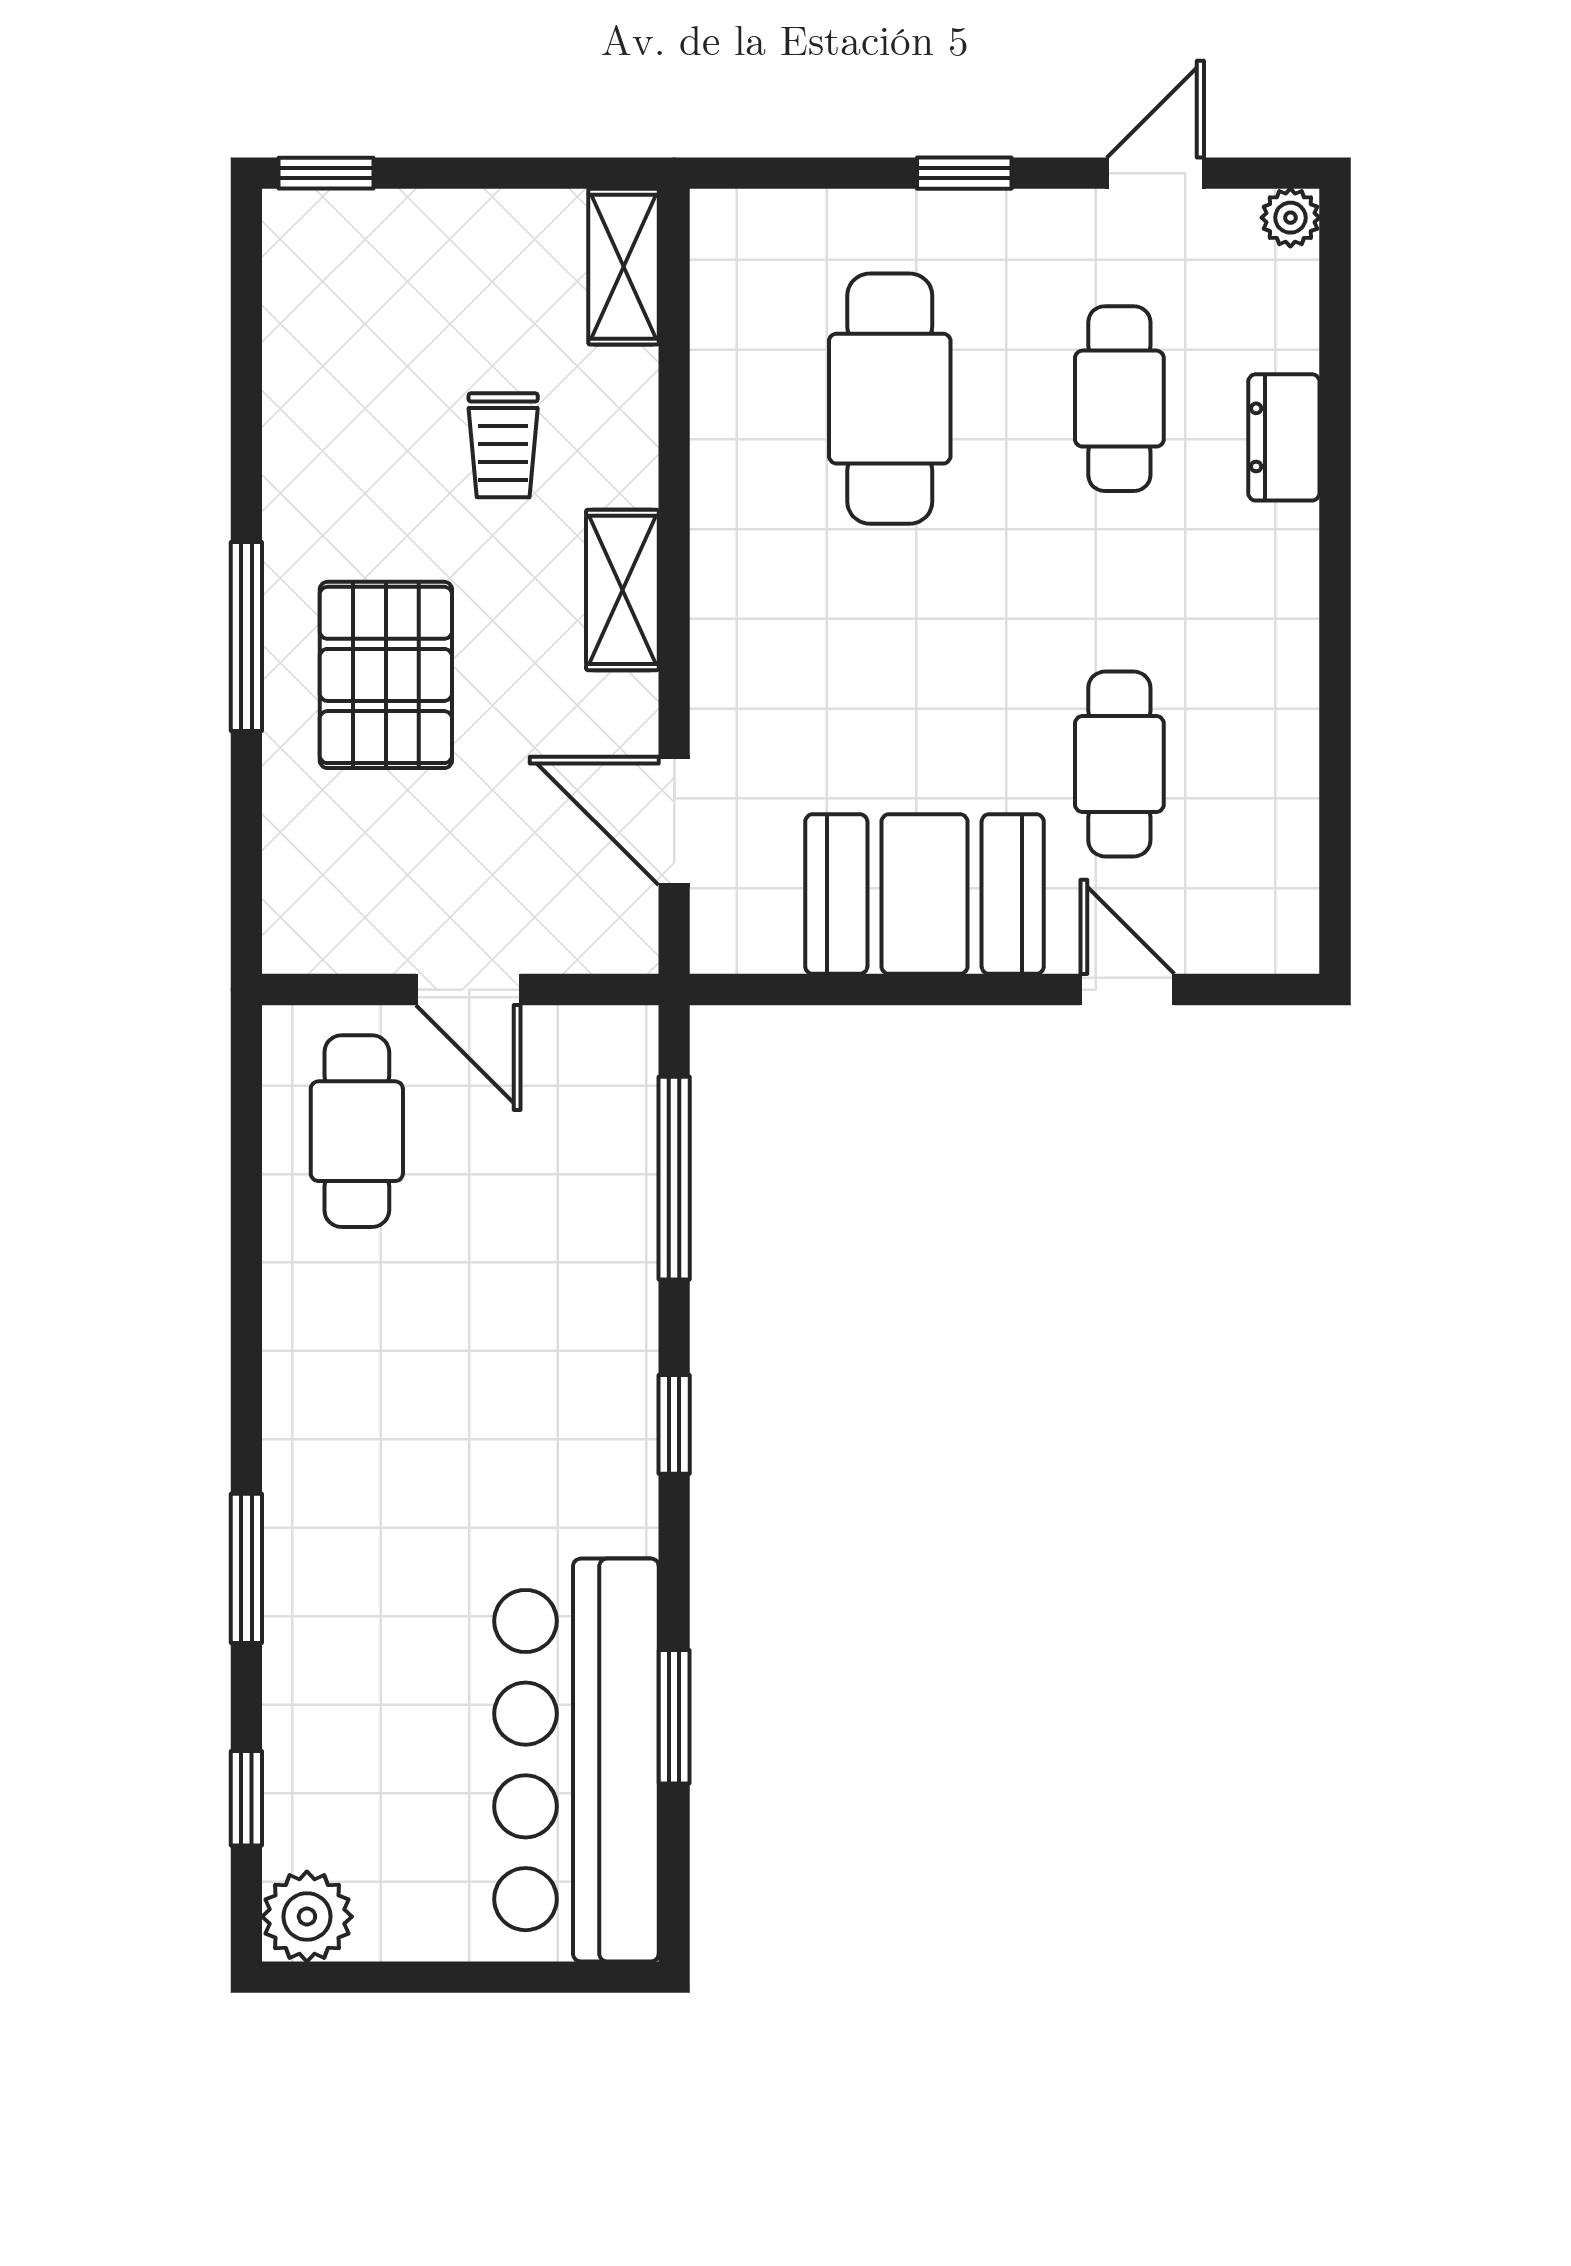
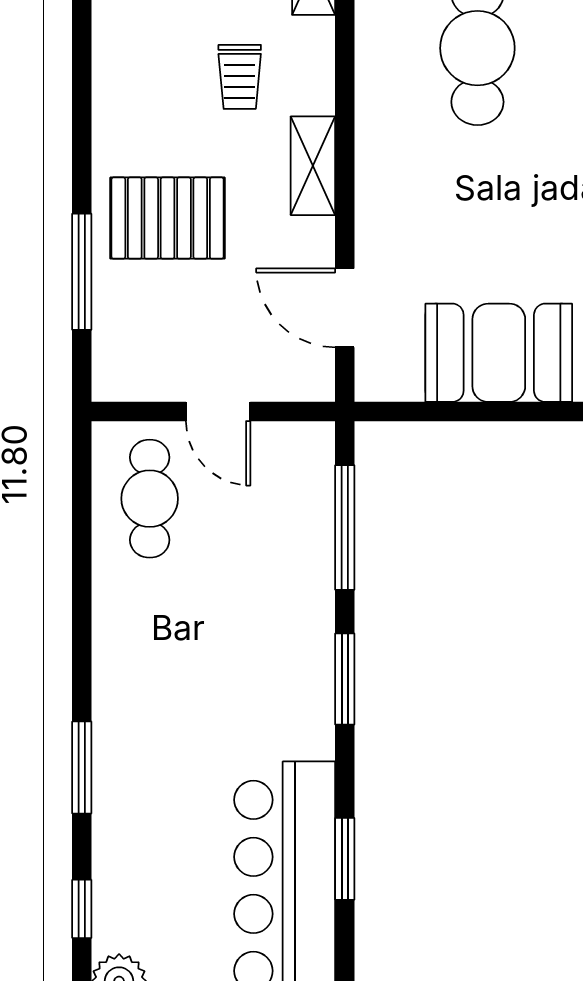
window: (246, 637) -> (82, 272), moved
pallet: (386, 675) -> (168, 218), turned 90
window: (674, 1424) -> (345, 679), width x1.50

